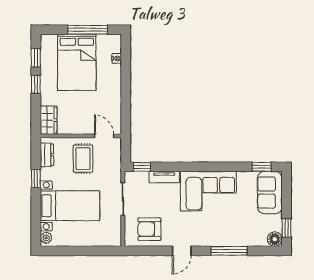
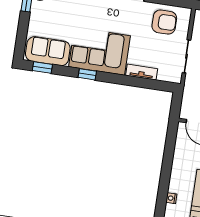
window: (142, 167) -> (87, 74), moved
sofa: (270, 193) -> (48, 51), moved, turned -90

